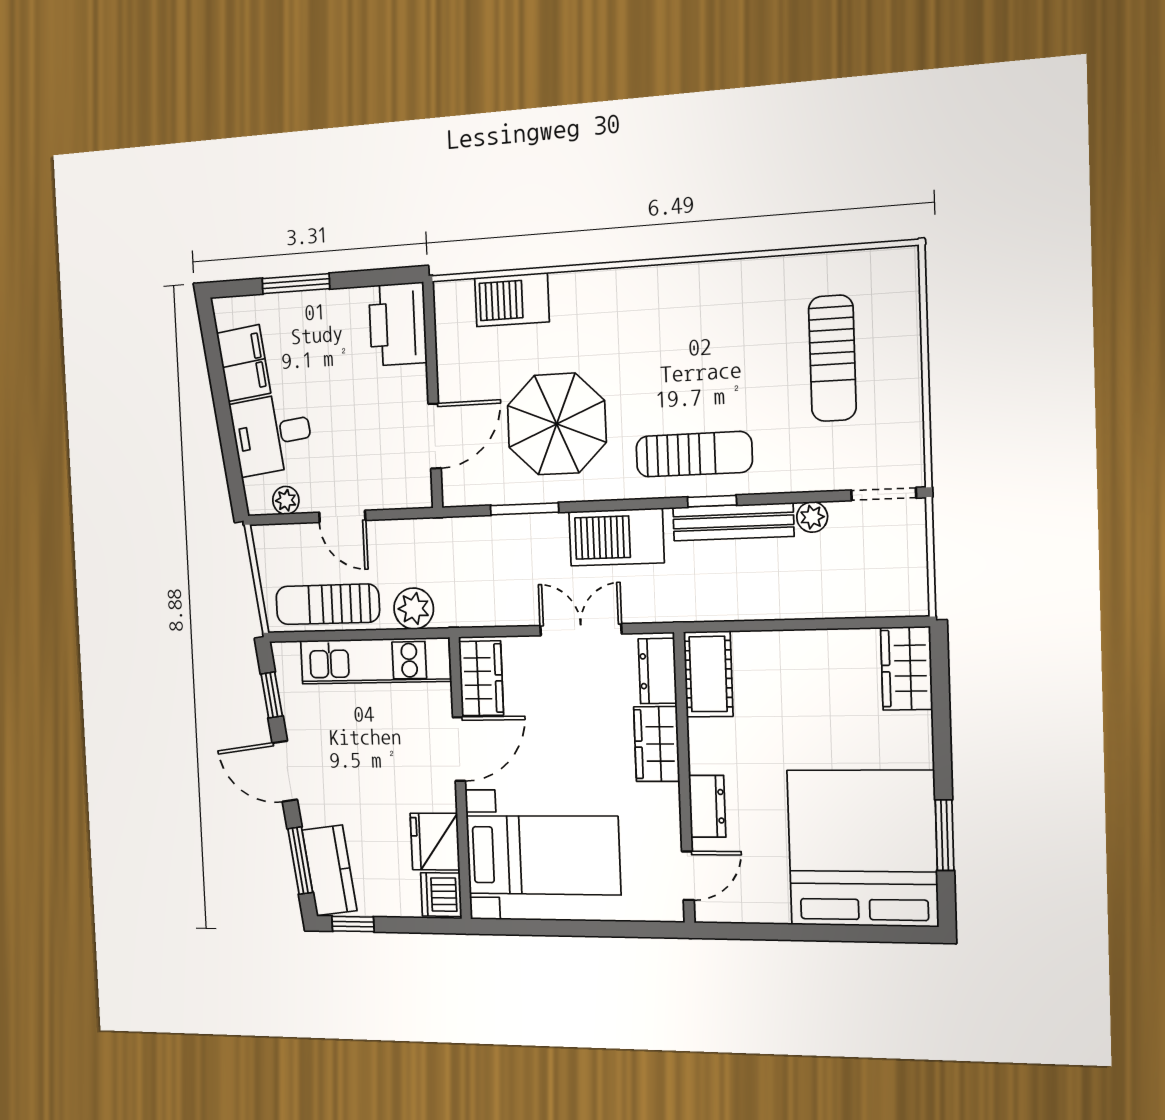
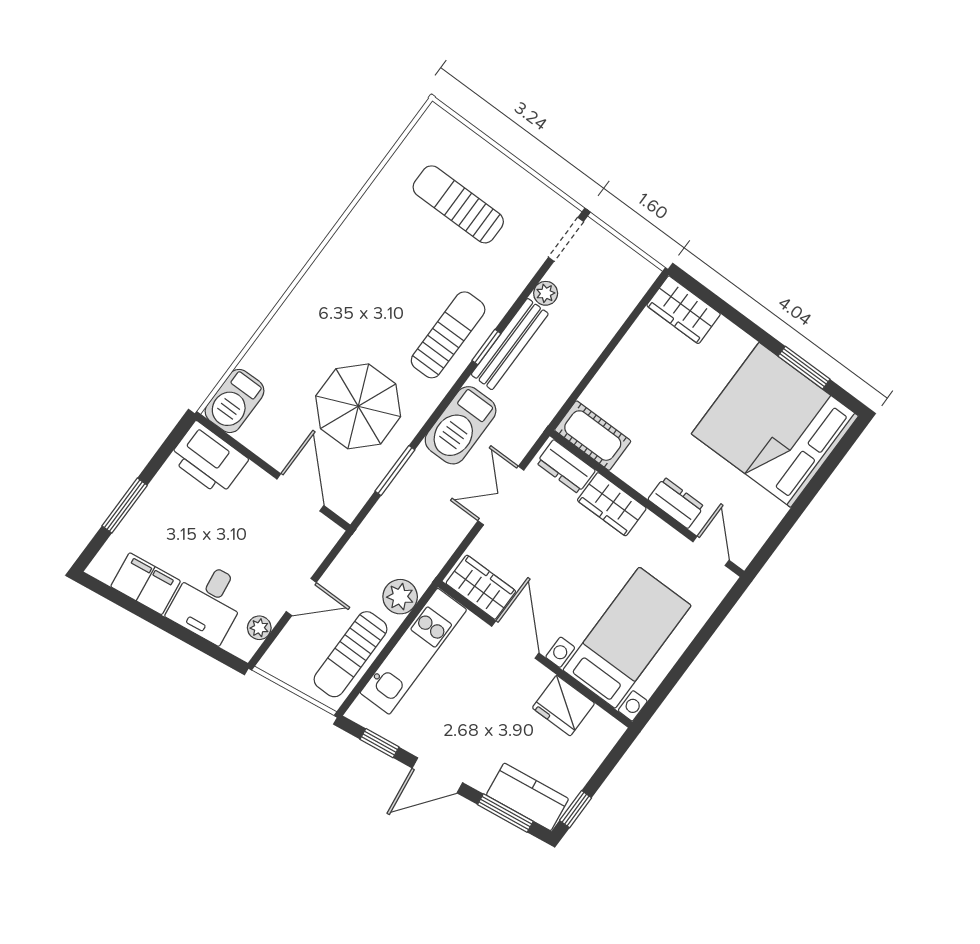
barbecue: (512, 300) -> (235, 401), moved
sun lounger: (832, 358) -> (458, 204), turned 180
dishwasher: (441, 895) -> (602, 730), removed

